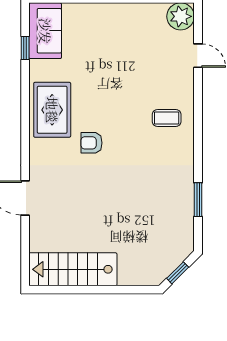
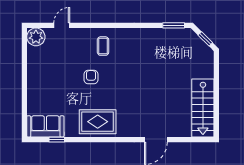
armchair: (91, 143) -> (91, 77), moved, turned 180
window: (198, 200) -> (174, 25), moved

